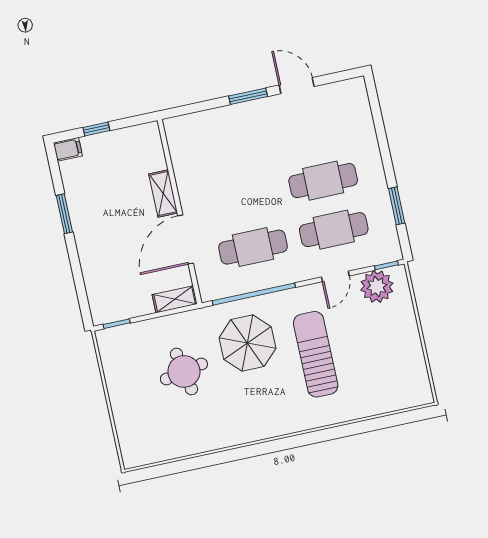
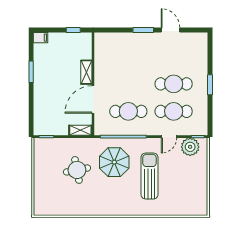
window: (96, 129) -> (73, 30), moved
window: (397, 206) -> (210, 85), moved

